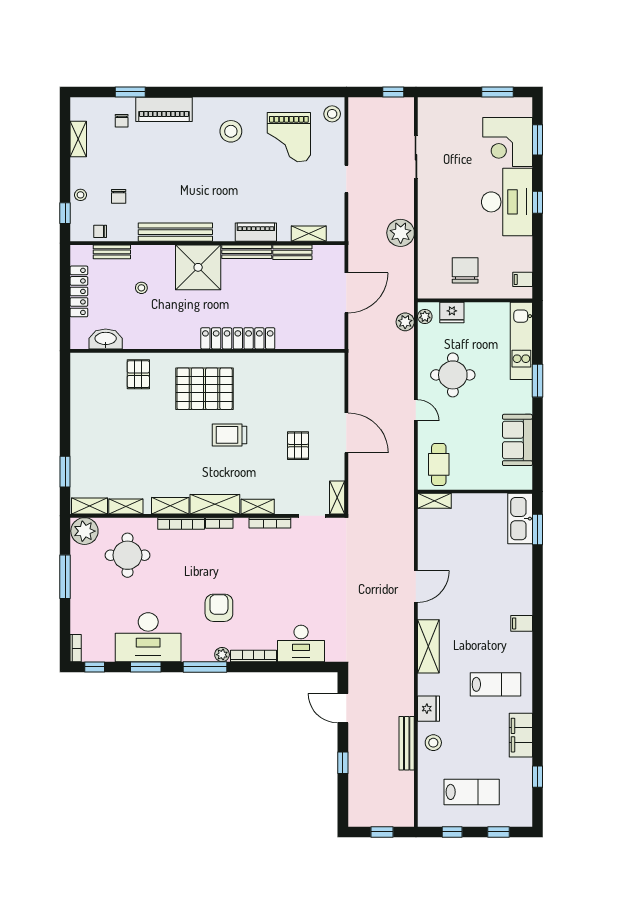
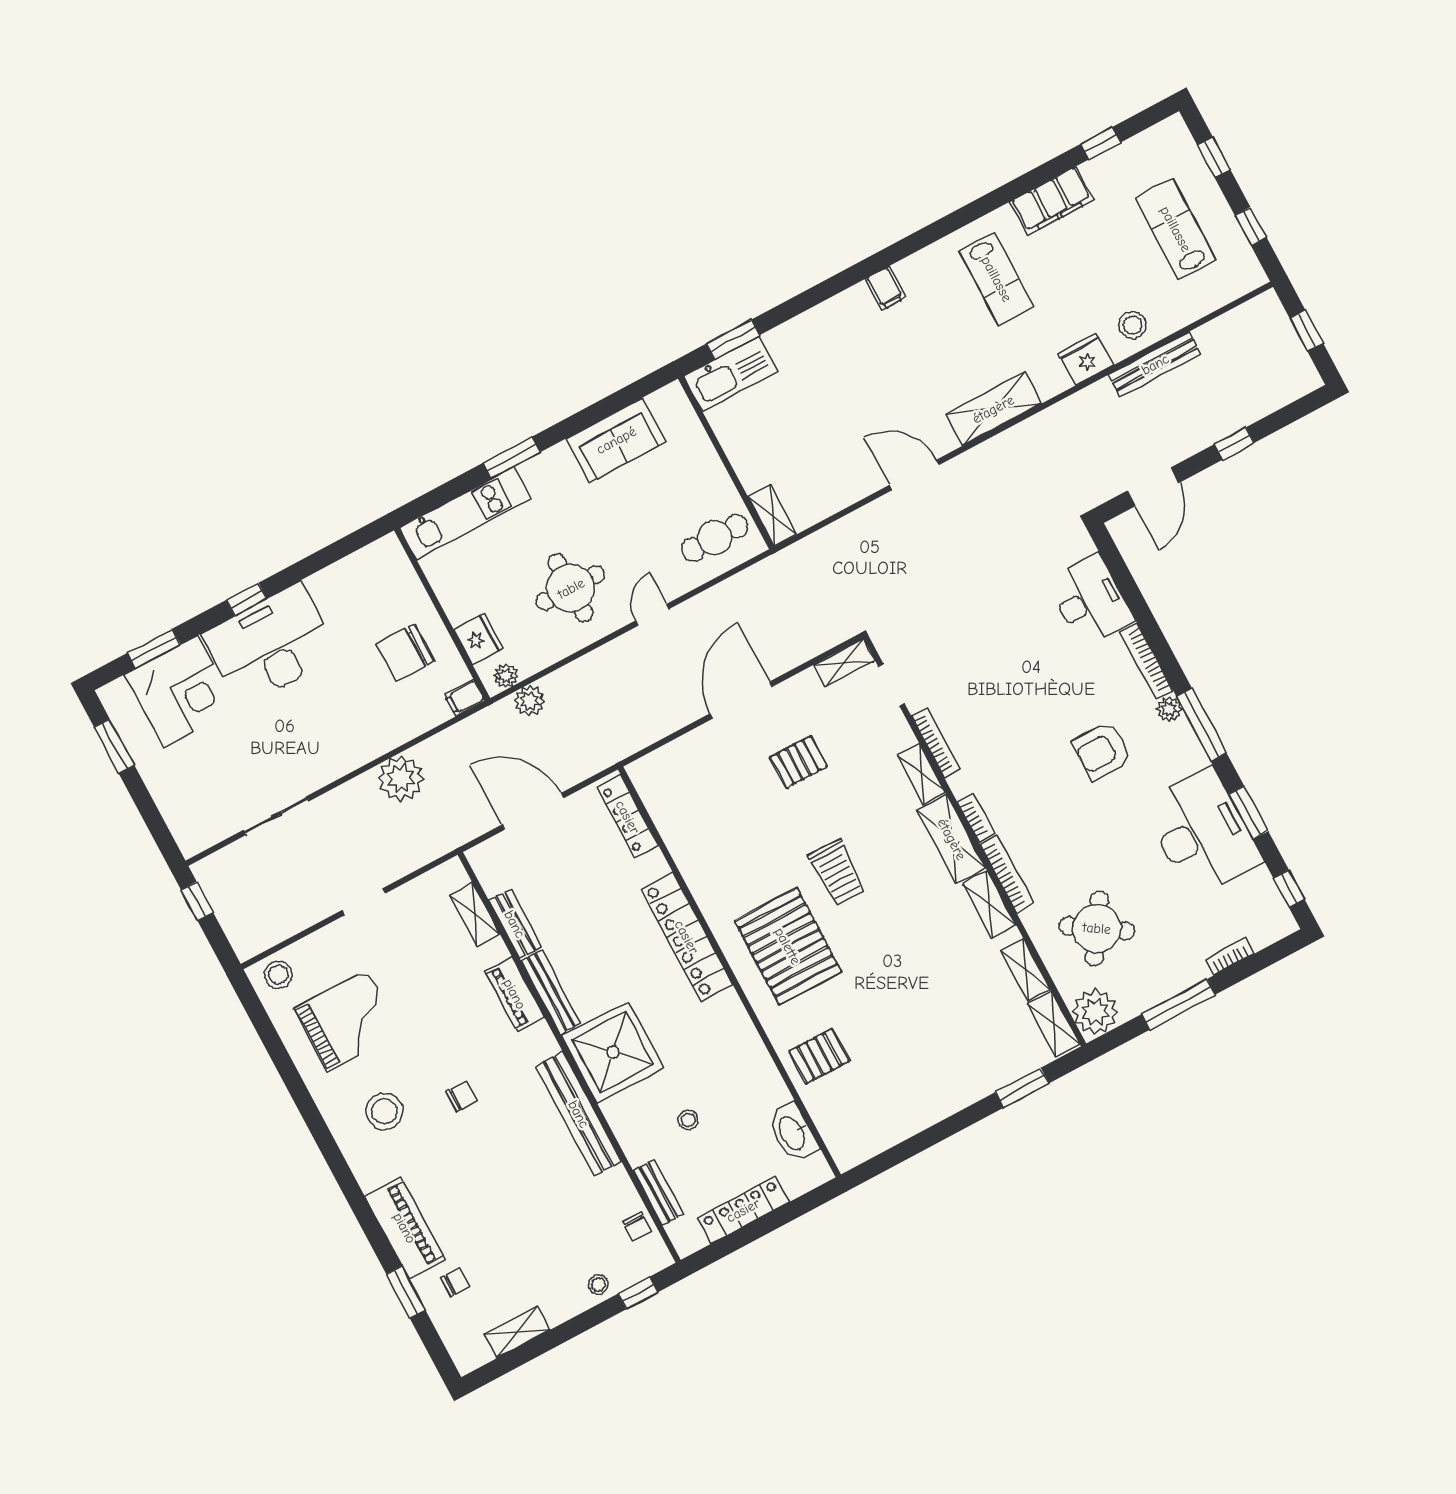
chair: (119, 196) -> (462, 1096), moved
filing cabinet: (523, 279) -> (465, 698), moved, turned 90
locker: (317, 341) -> (628, 817), added
round table: (128, 555) -> (1097, 928), turned 33
bookcase: (76, 648) -> (1230, 957), moved
lab bench: (495, 684) -> (997, 279), turned 180

